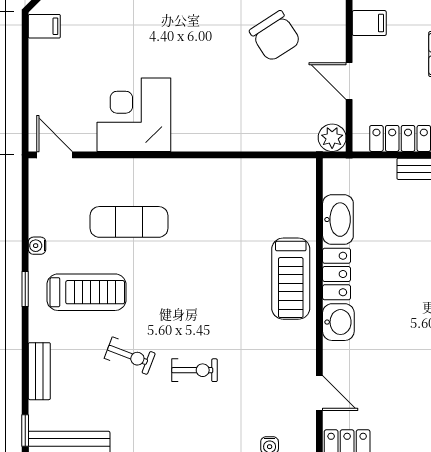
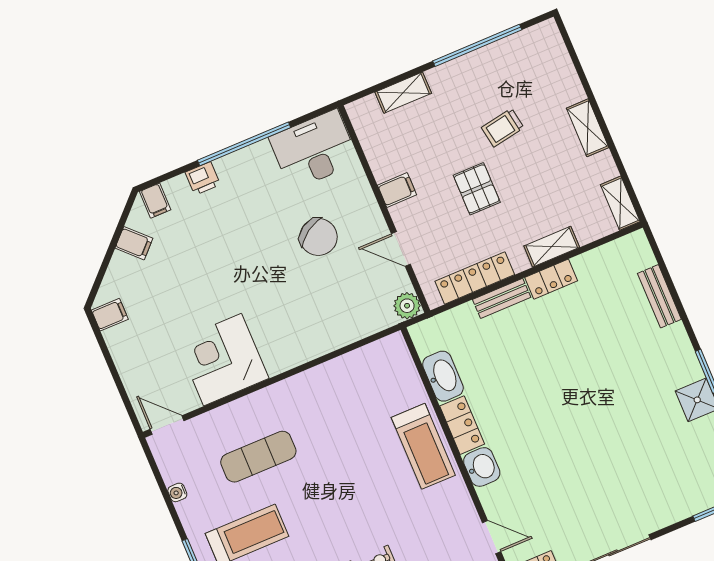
water cooler: (37, 246) -> (177, 492), moved

